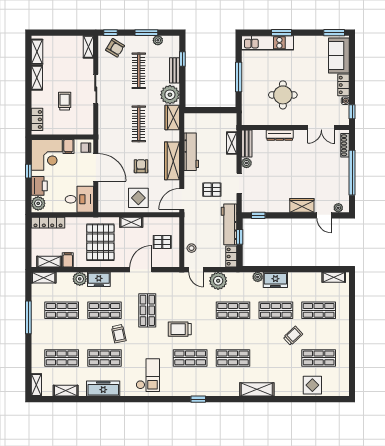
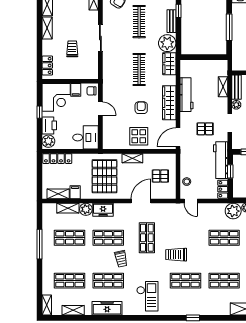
door: (96, 167) -> (100, 109), width x0.53
shelving: (44, 278) -> (68, 208), moved
plant: (218, 281) -> (233, 211), moved

